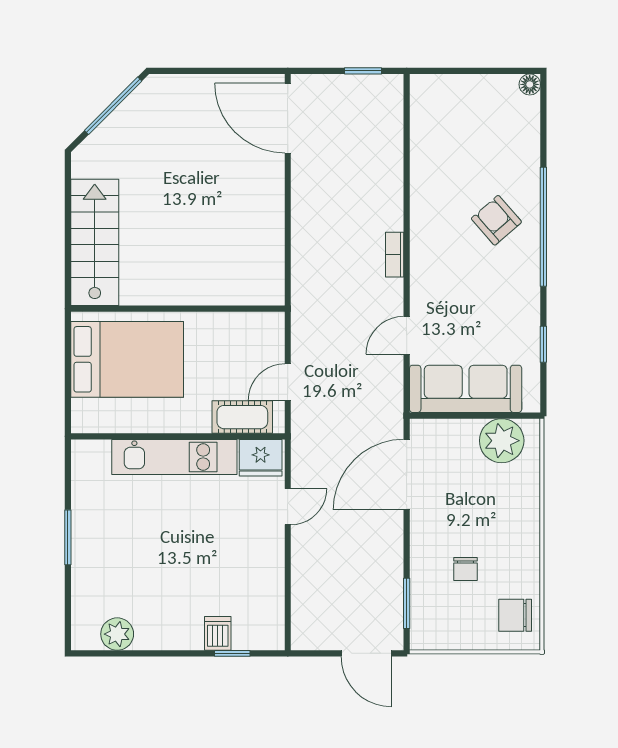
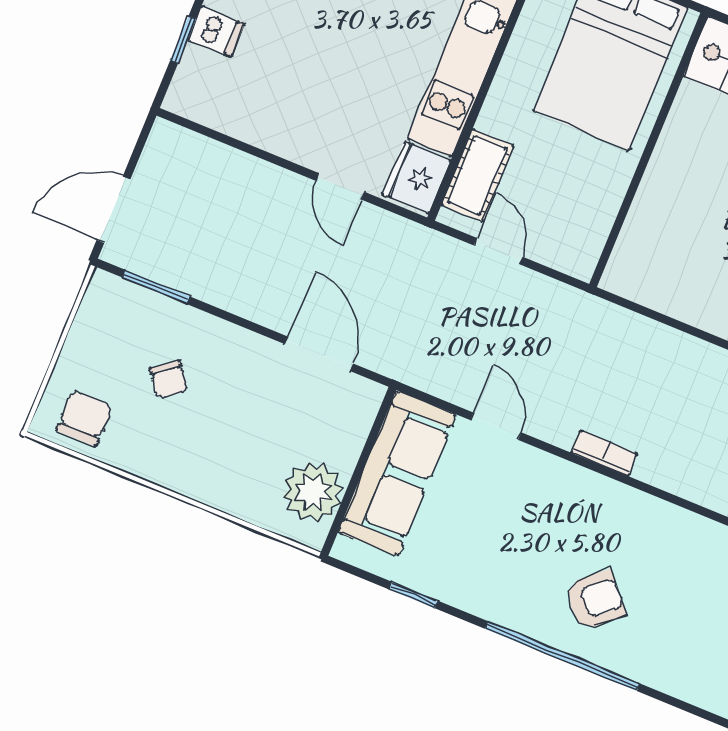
door: (407, 475) -> (319, 354), width x0.73
chair: (465, 569) -> (169, 379), turned -128

